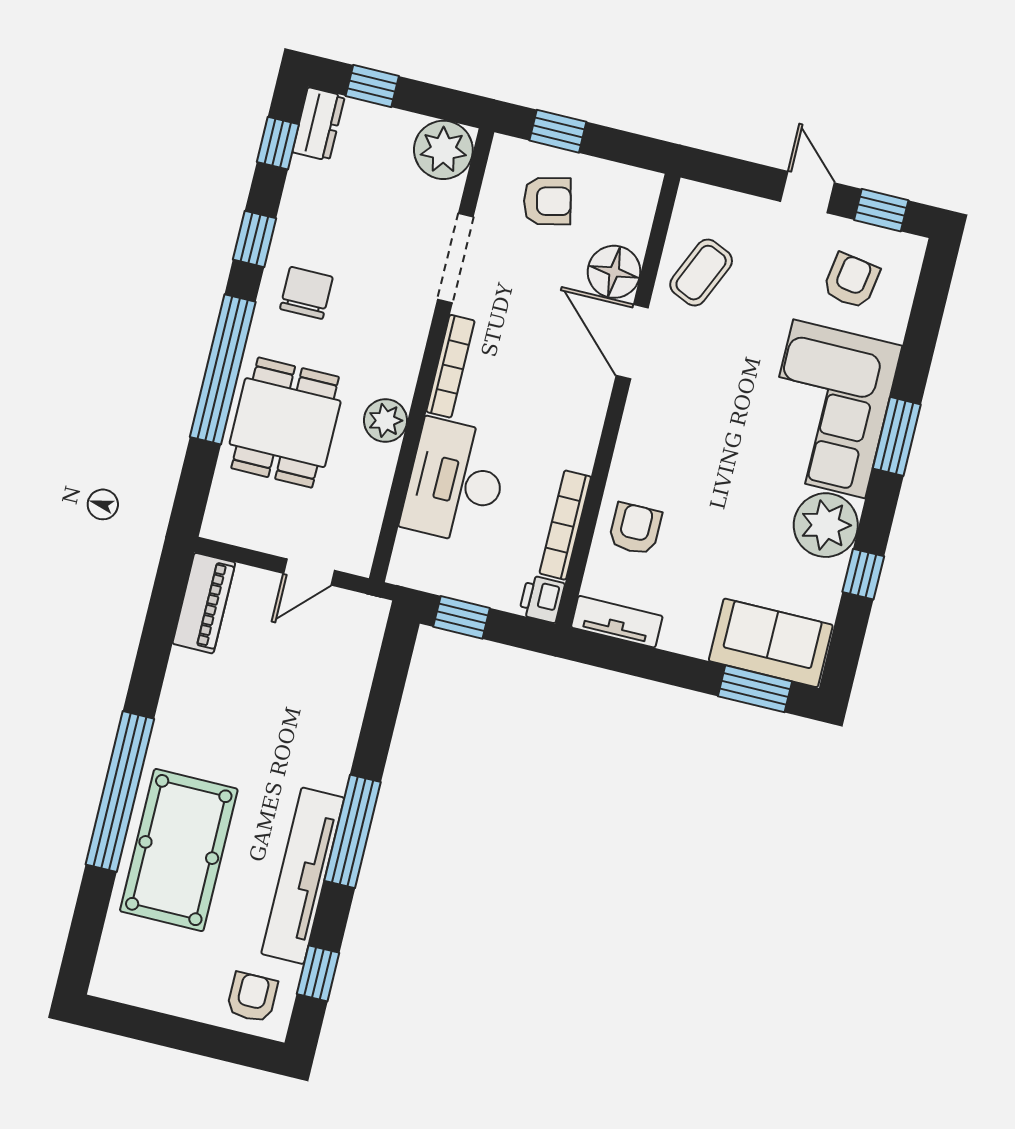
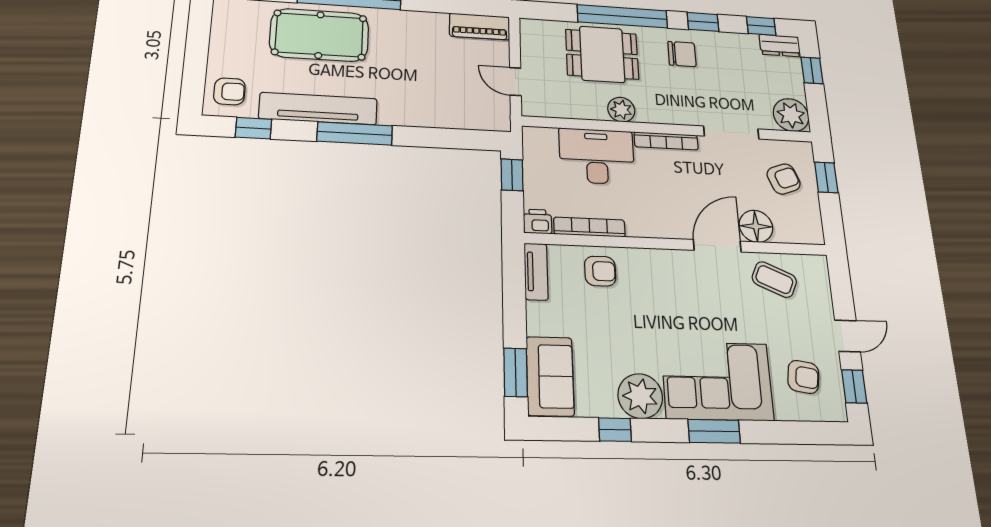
armchair: (547, 201) -> (784, 179), turned -98

